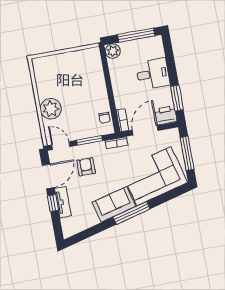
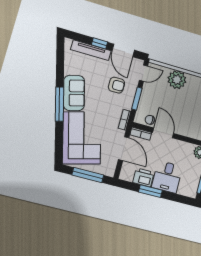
door: (111, 98) -> (163, 133), added
window: (177, 98) -> (150, 191), moved
printer: (166, 115) -> (143, 177), moved, turned -90
tv unit: (63, 202) -> (91, 50), width x1.41

